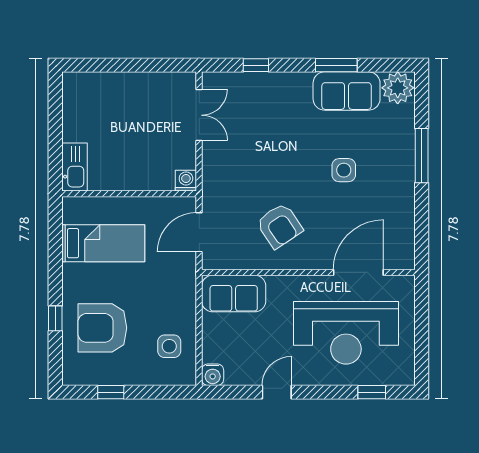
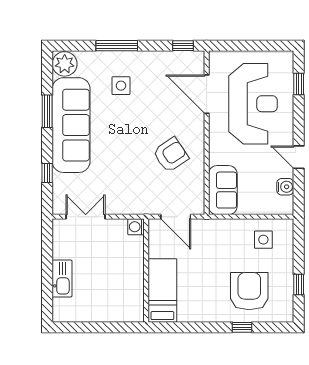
sofa: (347, 91) -> (71, 125), width x1.85, depth x1.27
kitchen sink: (75, 167) -> (62, 278), moved, turned 90
side table: (344, 170) -> (121, 86), moved
window: (422, 242) -> (183, 46), added
bed: (103, 243) -> (162, 290), moved
armchair: (102, 328) -> (249, 291), turned 180
water cooler: (213, 375) -> (285, 187), moved

